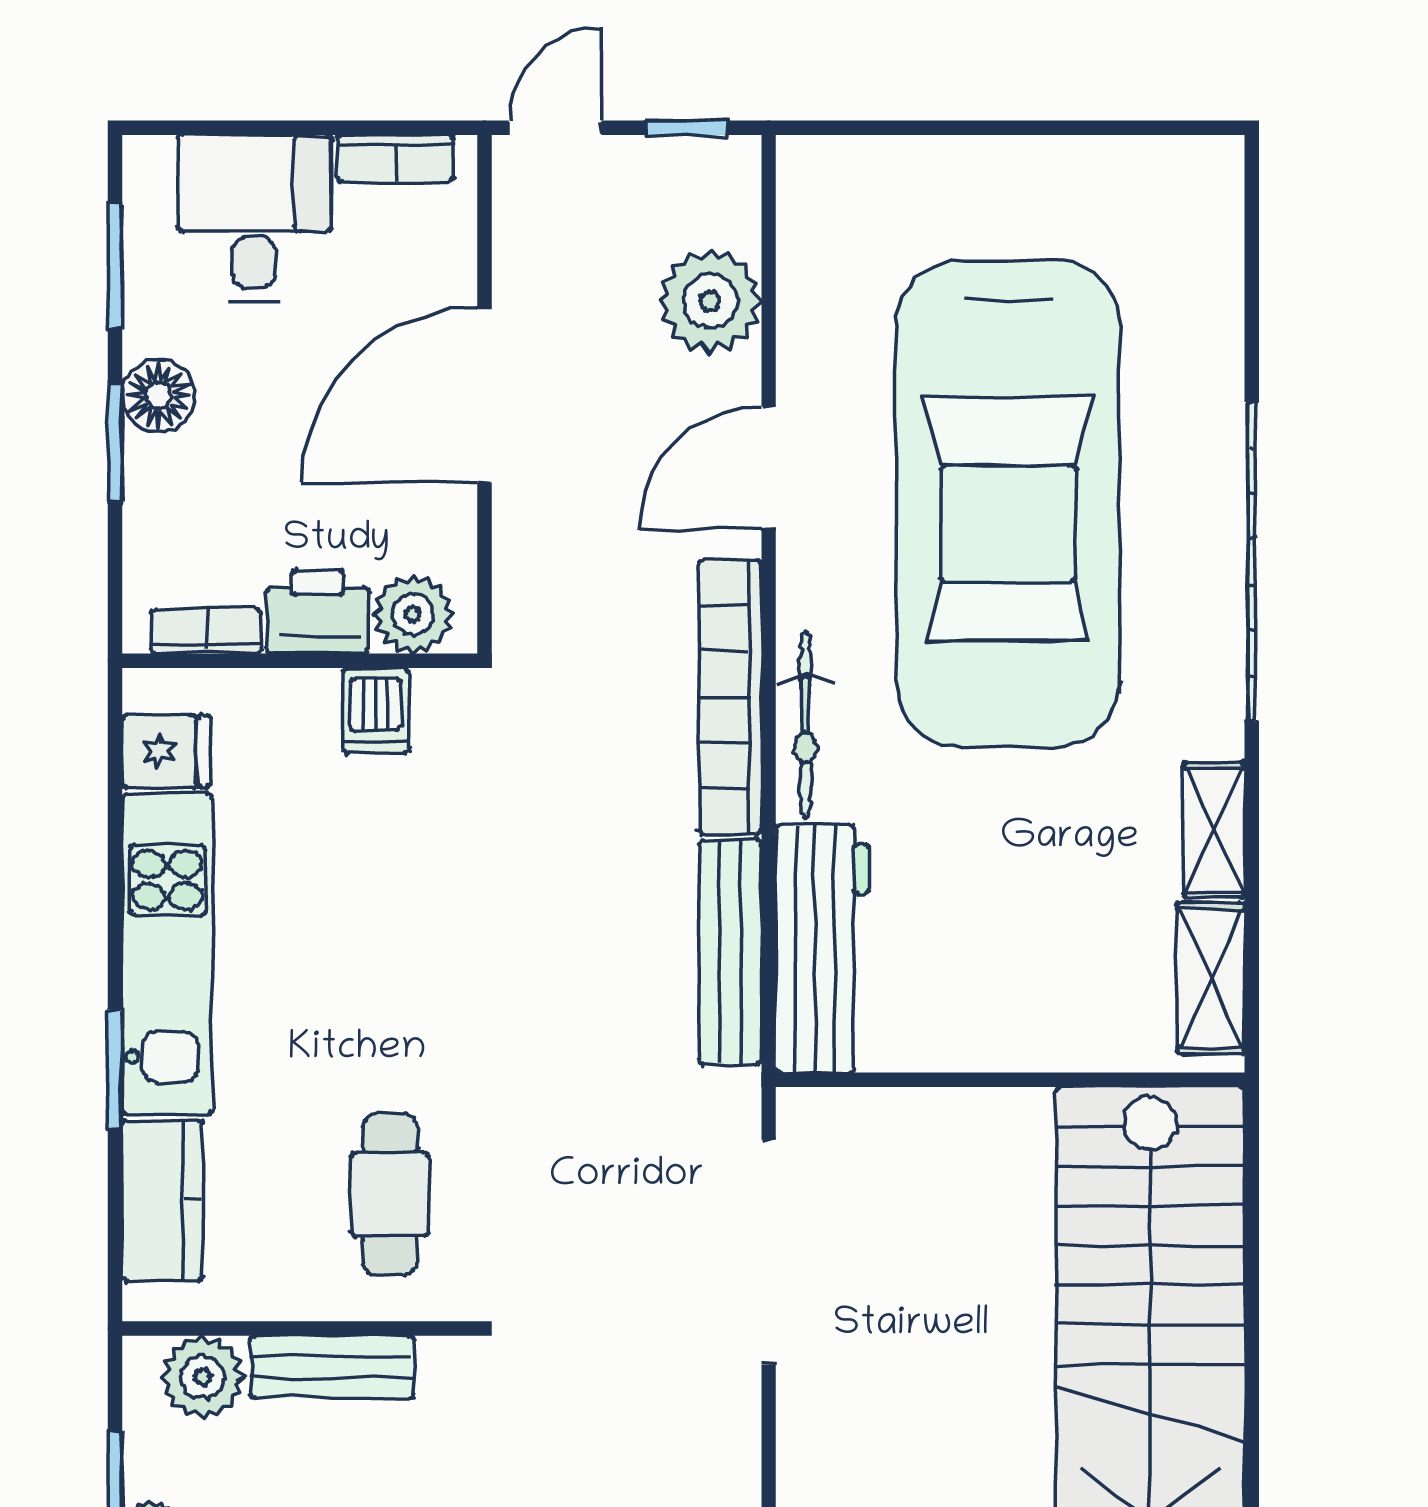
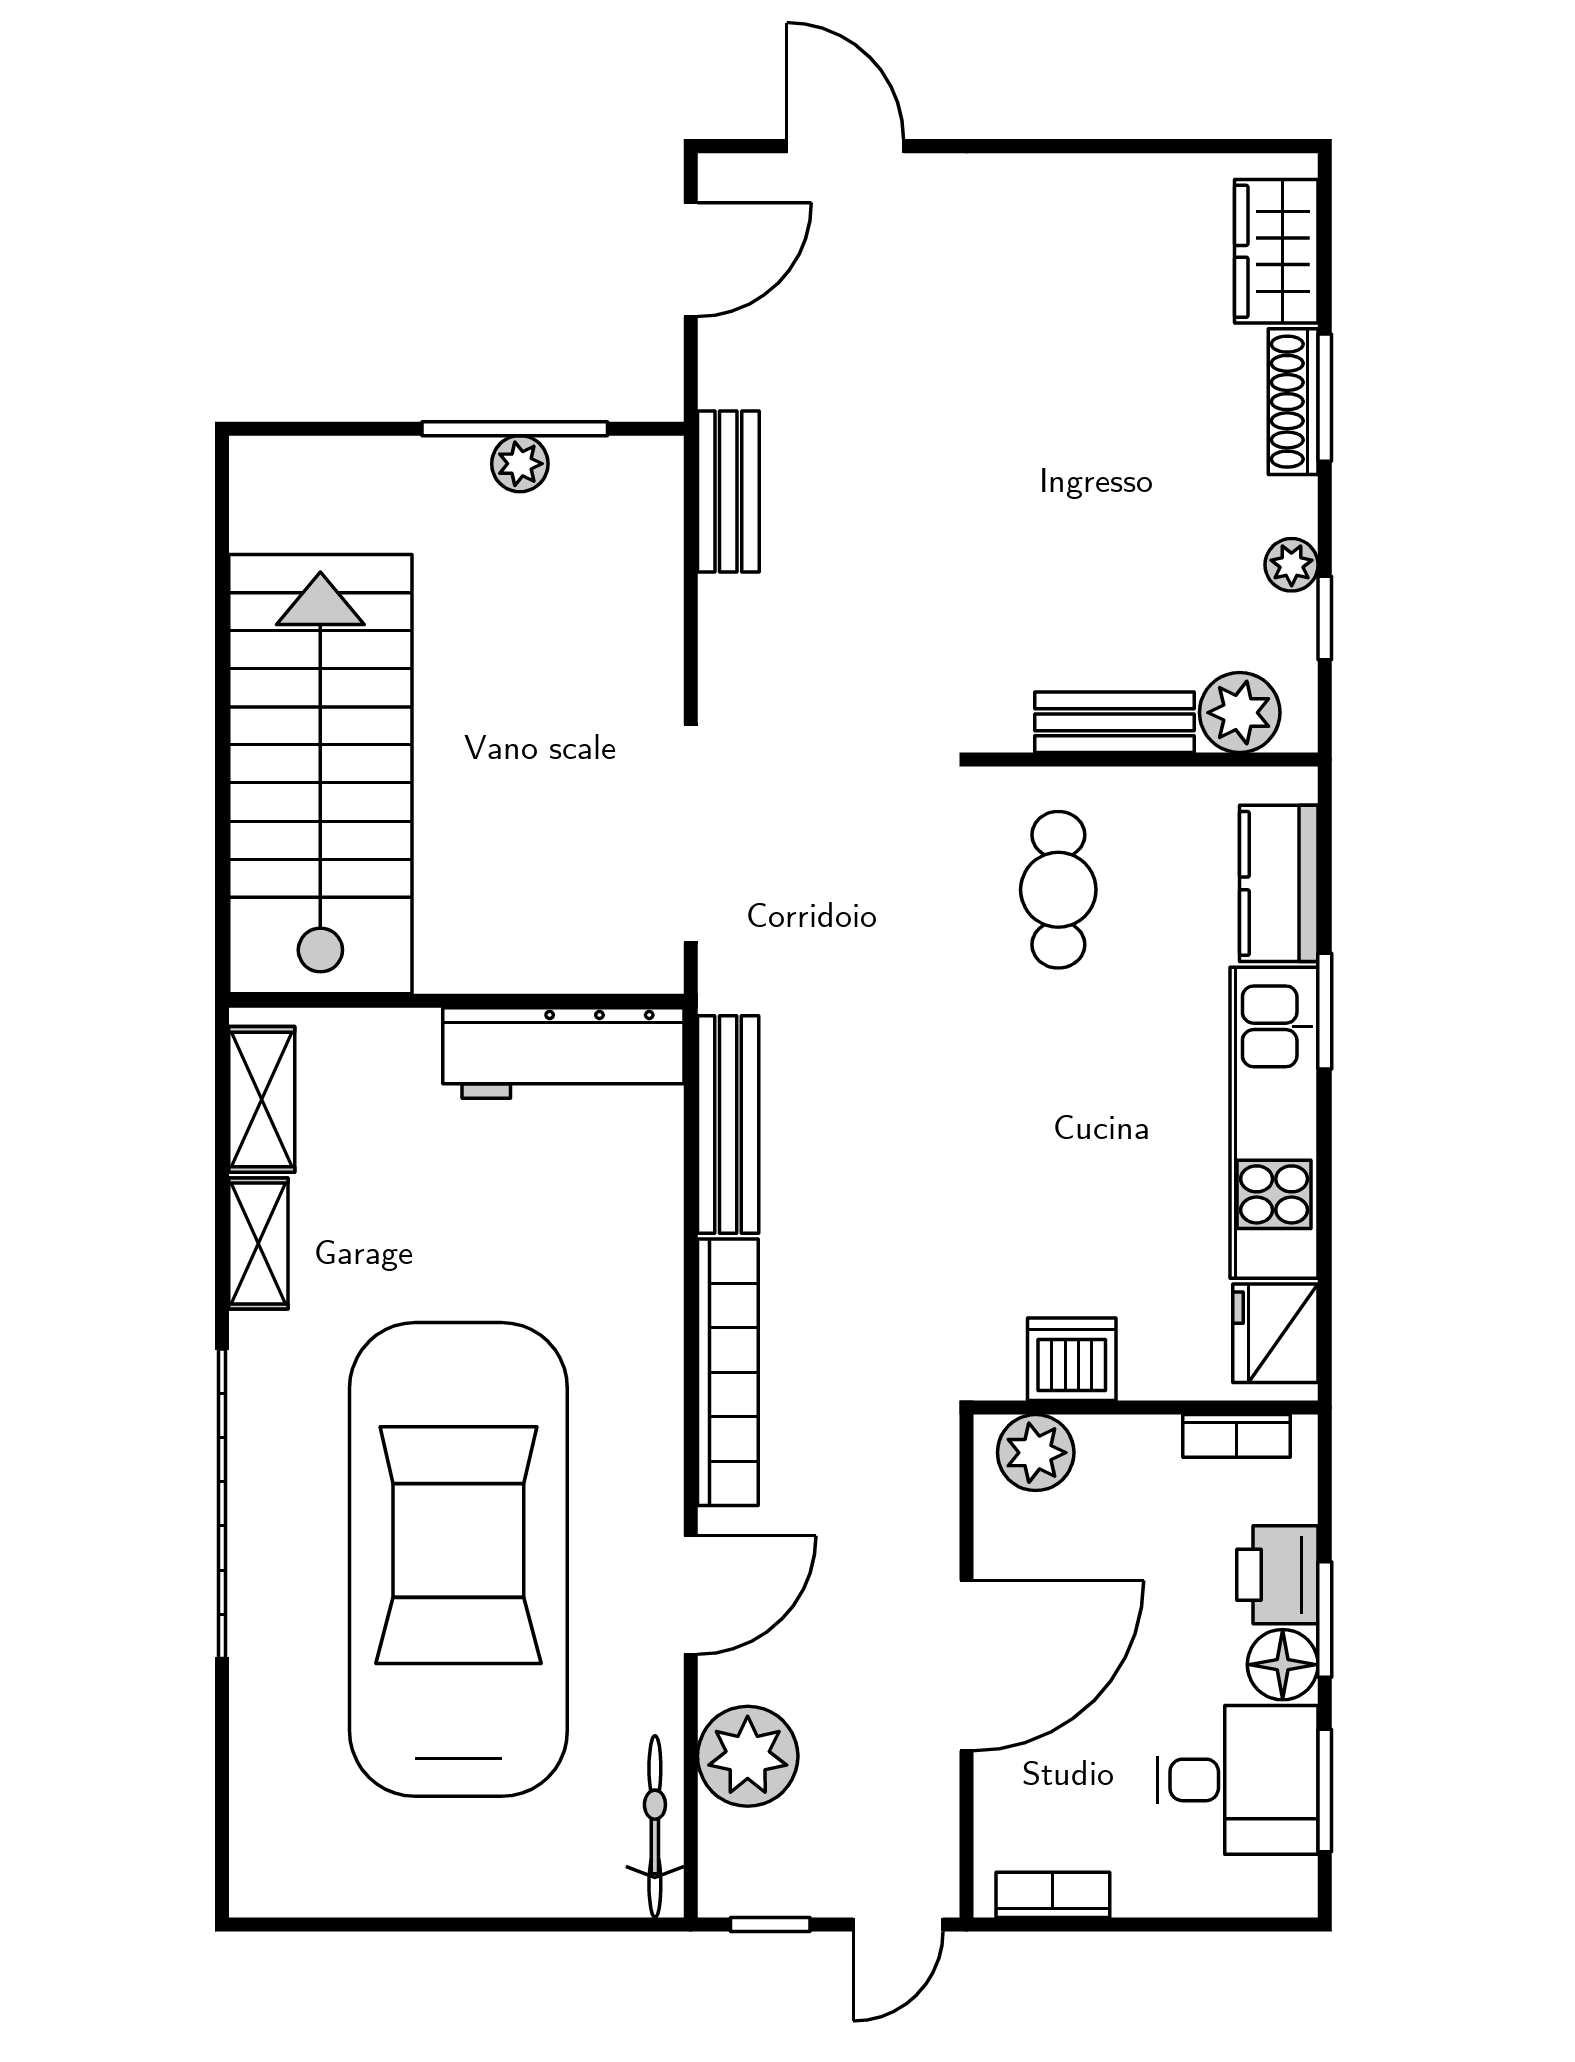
desk: (254, 218) -> (1238, 1780), moved, turned -90
printer: (318, 612) -> (1277, 1575), moved, turned 90
dishwasher: (376, 710) -> (1072, 1359), width x1.38
bicycle: (805, 725) -> (655, 1827), moved
fridge: (166, 751) -> (1275, 1333), width x1.38
workbench: (822, 949) -> (563, 1053), moved, turned -90

